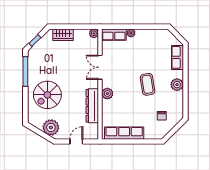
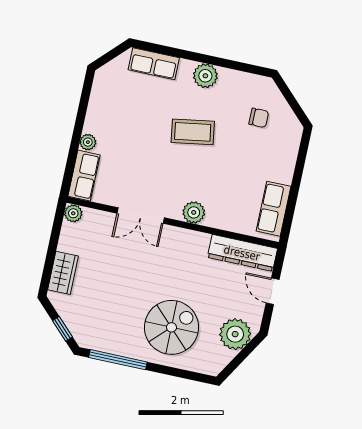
spiral stairs: (47, 95) -> (171, 327), turned -90
dresser: (92, 106) -> (242, 253), moved
row of seats: (124, 133) -> (274, 209), width x0.68

